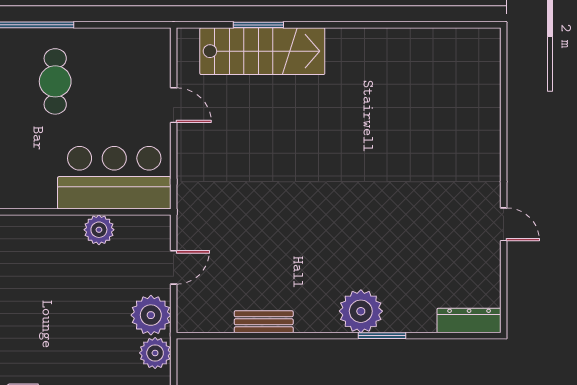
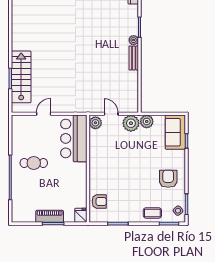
plant: (99, 230) -> (95, 123), moved
plant: (361, 311) -> (134, 40), width x0.53, depth x0.53
bench: (264, 322) -> (134, 58), moved

